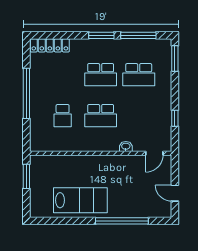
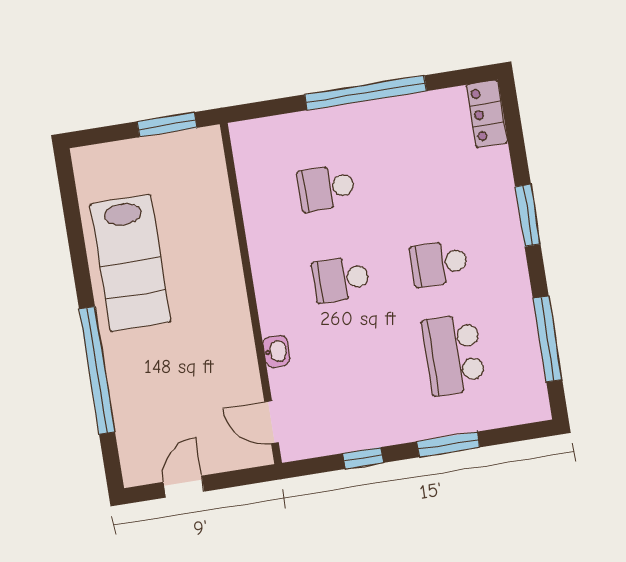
window: (101, 35) -> (528, 215), moved
locker: (50, 45) -> (487, 114), width x0.66
window: (175, 59) -> (448, 444), moved
school desk: (101, 75) -> (439, 263), width x0.54
school desk: (101, 116) -> (341, 279), width x0.54

